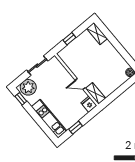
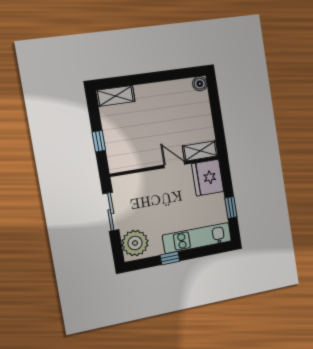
door: (80, 84) -> (174, 165), swing flipped
window: (21, 99) -> (170, 258), moved
fridge: (89, 104) -> (208, 178), width x1.88, depth x1.34

